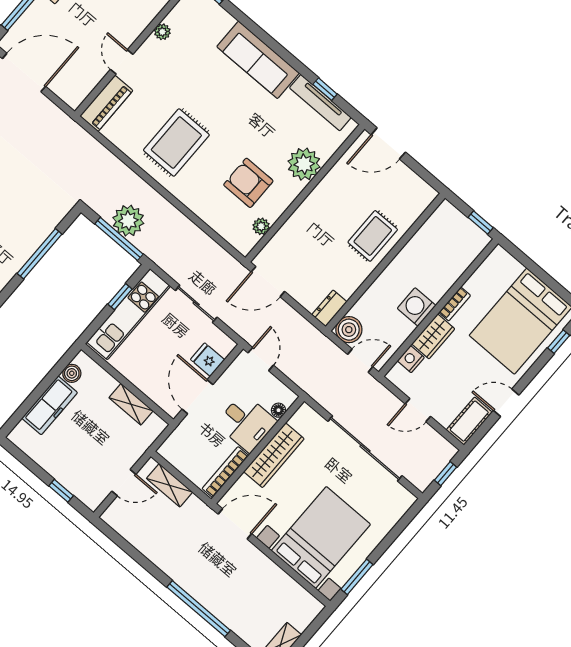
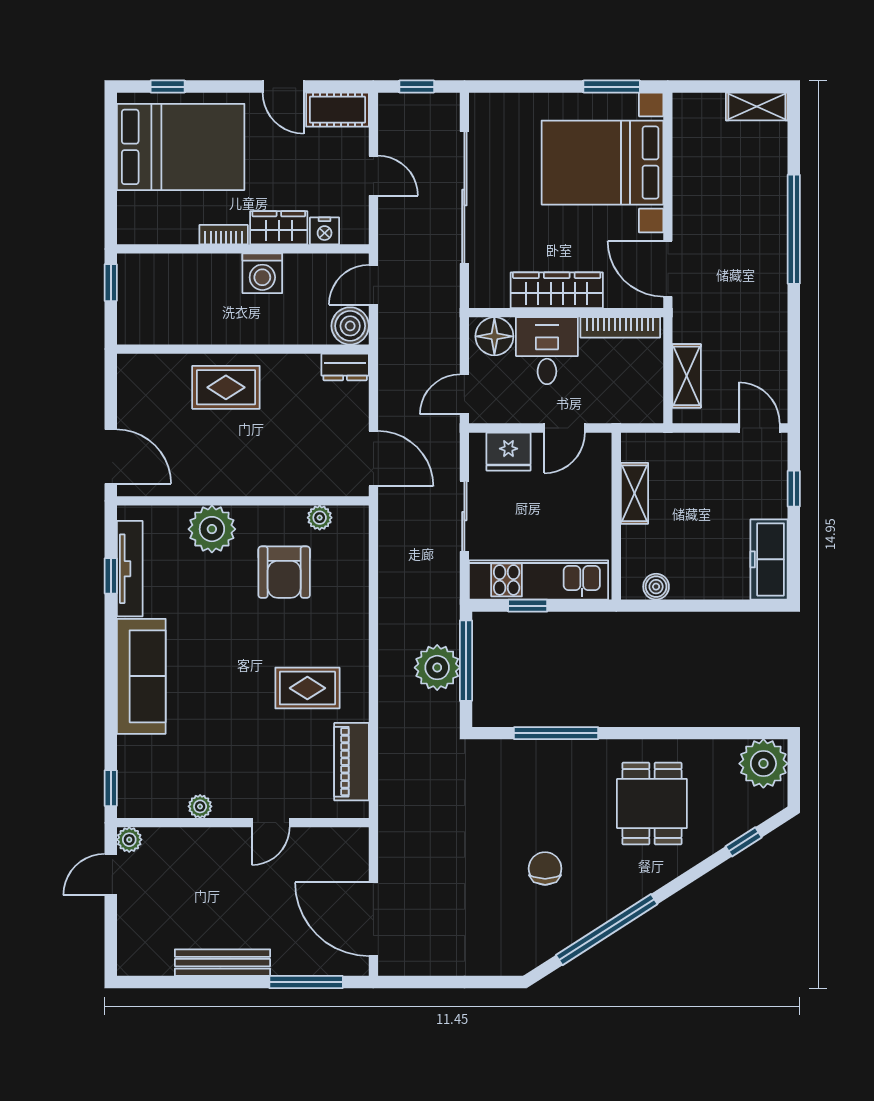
piano: (106, 103) -> (351, 762), moved, turned -90
rug: (176, 143) -> (307, 688), width x0.73, depth x0.70
fridge: (208, 360) -> (508, 452), width x1.38
door: (360, 361) -> (373, 285), hinge flipped
door: (197, 397) -> (564, 428), width x0.73
freezer: (50, 405) -> (769, 559), moved, turned -90
floor lamp: (279, 410) -> (494, 336), width x1.89, depth x1.89
door: (124, 483) -> (759, 428), moved

